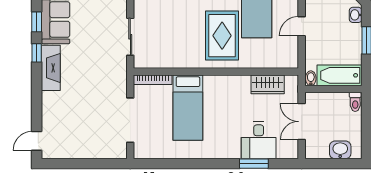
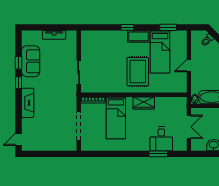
fireplace: (51, 68) -> (28, 103), moved
wardrobe: (268, 84) -> (144, 103), moved
double door: (302, 122) -> (189, 127), swing flipped

